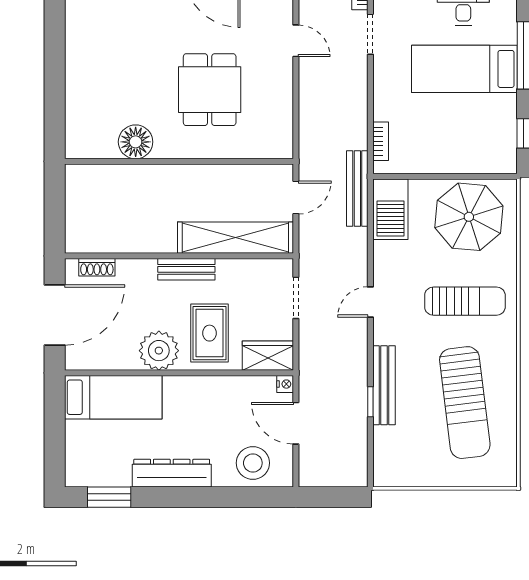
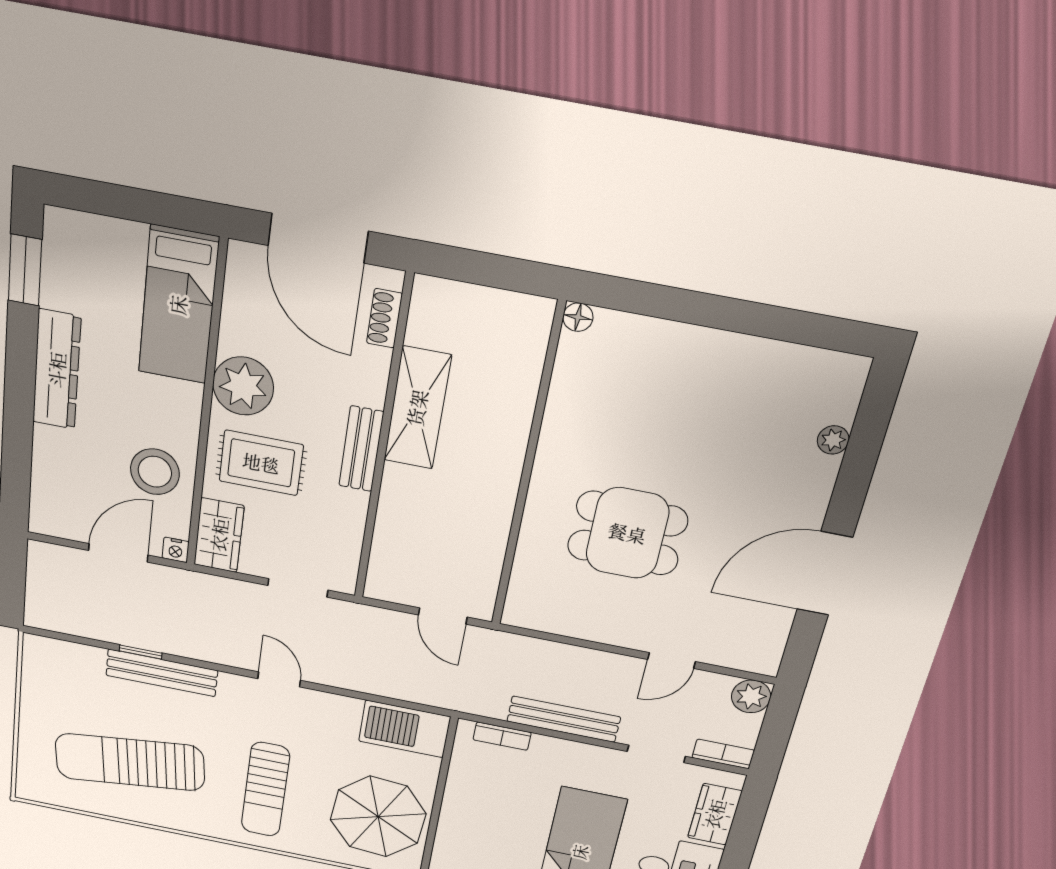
floor lamp: (136, 142) -> (578, 317), moved, width x0.53, depth x0.53
bench: (357, 188) -> (564, 719), moved
shelving: (235, 238) -> (417, 408), moved, width x0.68
stool: (253, 463) -> (155, 472), moved

